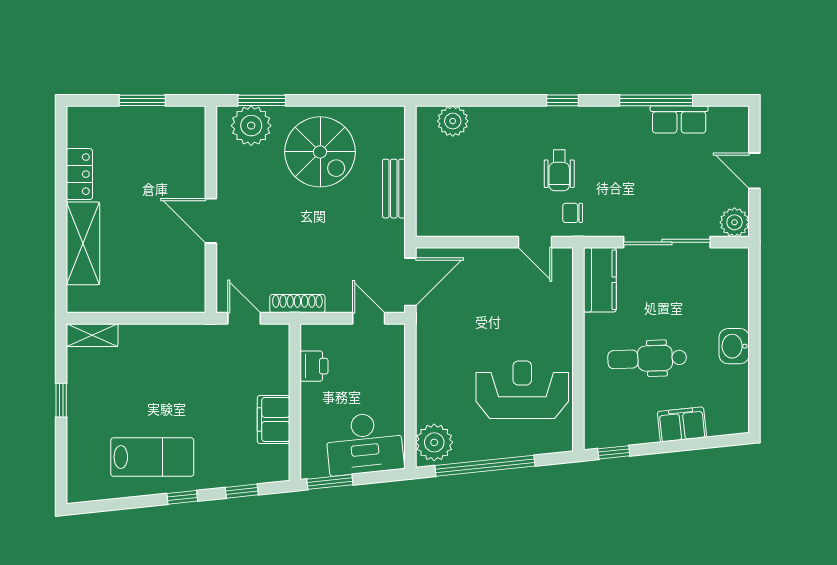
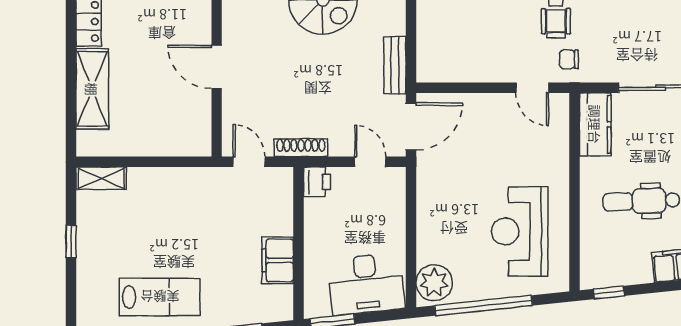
bench: (394, 189) -> (395, 65), moved
printer: (314, 366) -> (317, 182), moved
reception desk: (522, 390) -> (520, 231), turned -90

